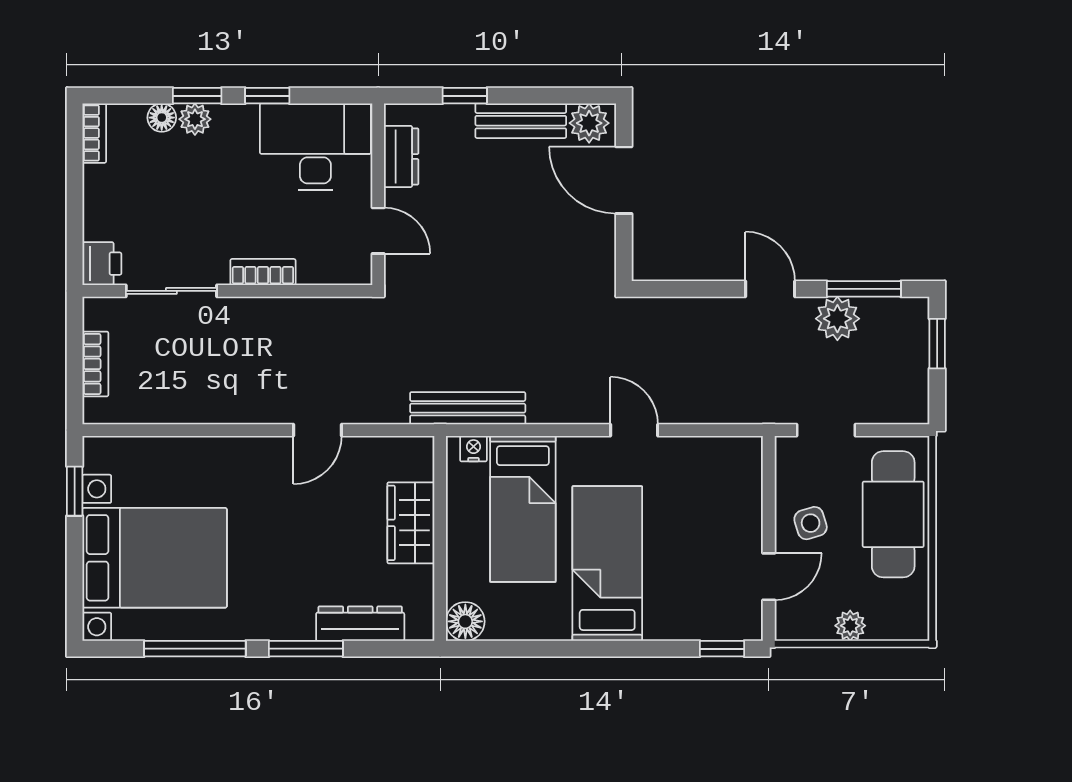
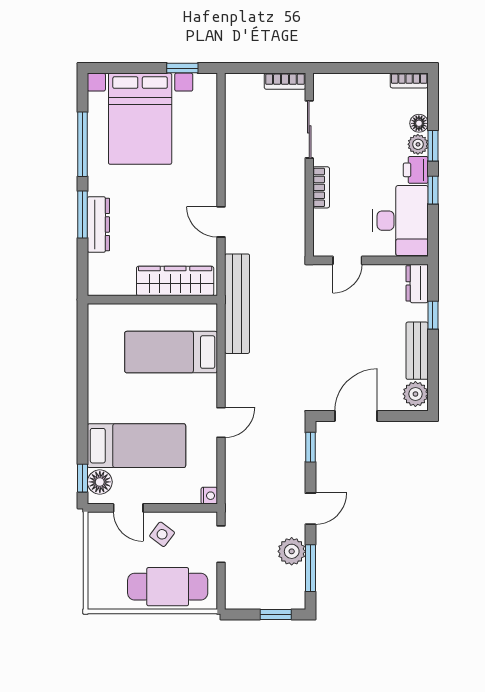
dresser: (401, 156) -> (417, 283), moved, turned 90
door: (624, 180) -> (356, 416), moved
printer: (102, 264) -> (416, 170), moved, turned 90
window: (673, 289) -> (310, 447), added
bookcase: (95, 364) -> (285, 81), moved
bench: (468, 408) -> (237, 304), width x1.37, depth x1.21
nightstand: (473, 449) -> (209, 496), moved
wardrobe: (411, 523) -> (175, 281), width x1.50
side table: (811, 523) -> (162, 534), turned -36
bed: (607, 563) -> (136, 446), moved
floor lamp: (465, 621) -> (100, 482), moved
dresser: (360, 624) -> (98, 224), moved
plant: (850, 626) -> (97, 559), removed

